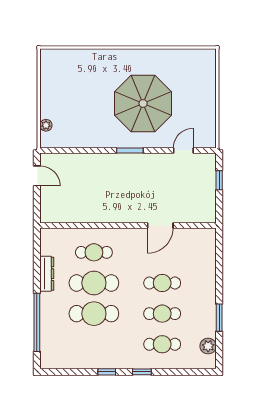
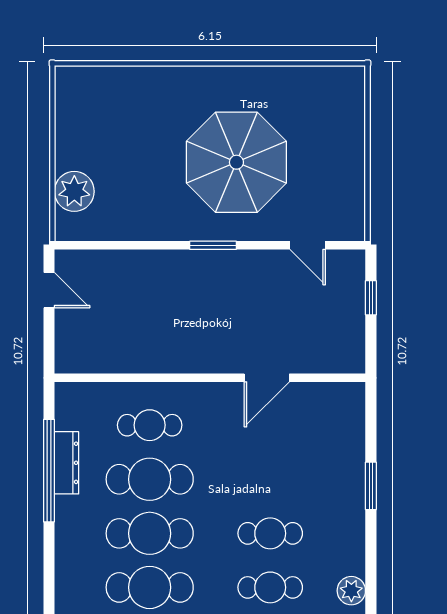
plant: (46, 125) -> (74, 191), width x1.87, depth x1.87
door: (183, 150) -> (308, 245), swing flipped
cafe table: (162, 283) -> (150, 587), moved, width x1.37, depth x1.35
window: (219, 318) -> (371, 486), moved
window: (37, 322) -> (49, 471), moved

